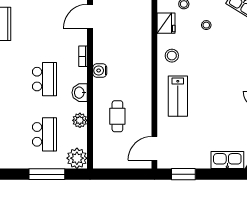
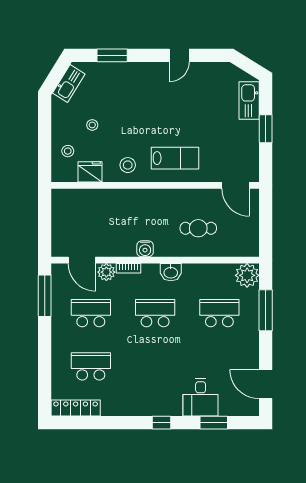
school desk: (44, 24) -> (91, 313), added
plant: (80, 120) -> (106, 272), moved
window: (183, 174) -> (266, 129), moved

